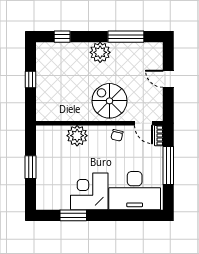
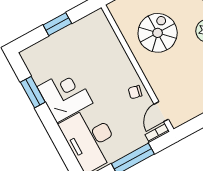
spiral stairs: (109, 101) -> (158, 33), moved
plant: (77, 136) -> (113, 53), removed

